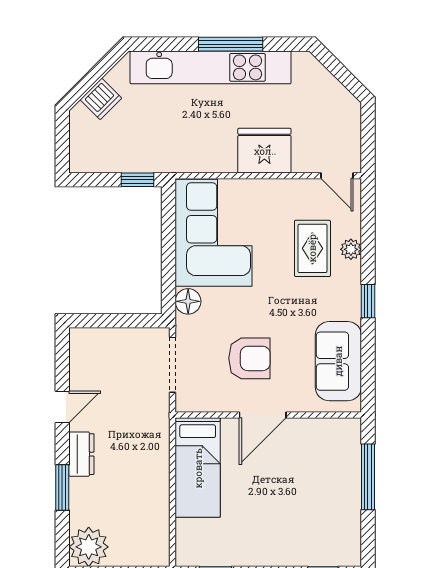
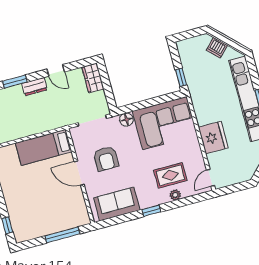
wardrobe: (95, 342) -> (93, 78), added

